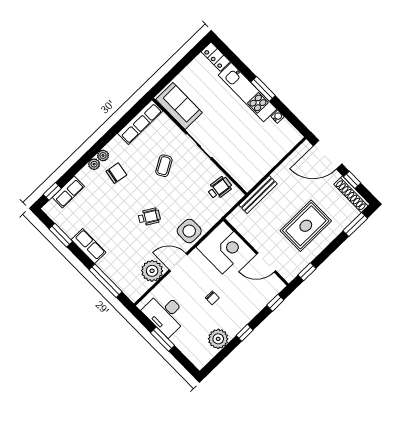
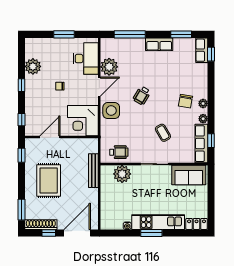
window: (129, 116) -> (211, 141), added
plant: (94, 164) -> (203, 119), moved
plant: (236, 166) -> (122, 174), added
wheelchair: (220, 188) -> (119, 152), turned -97
row of seats: (68, 192) -> (202, 50), moved
desk: (165, 314) -> (86, 59), moved, turned 90

